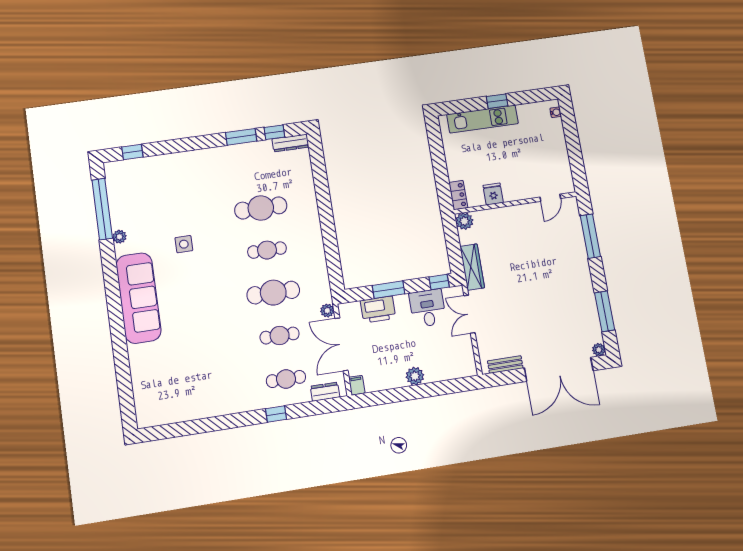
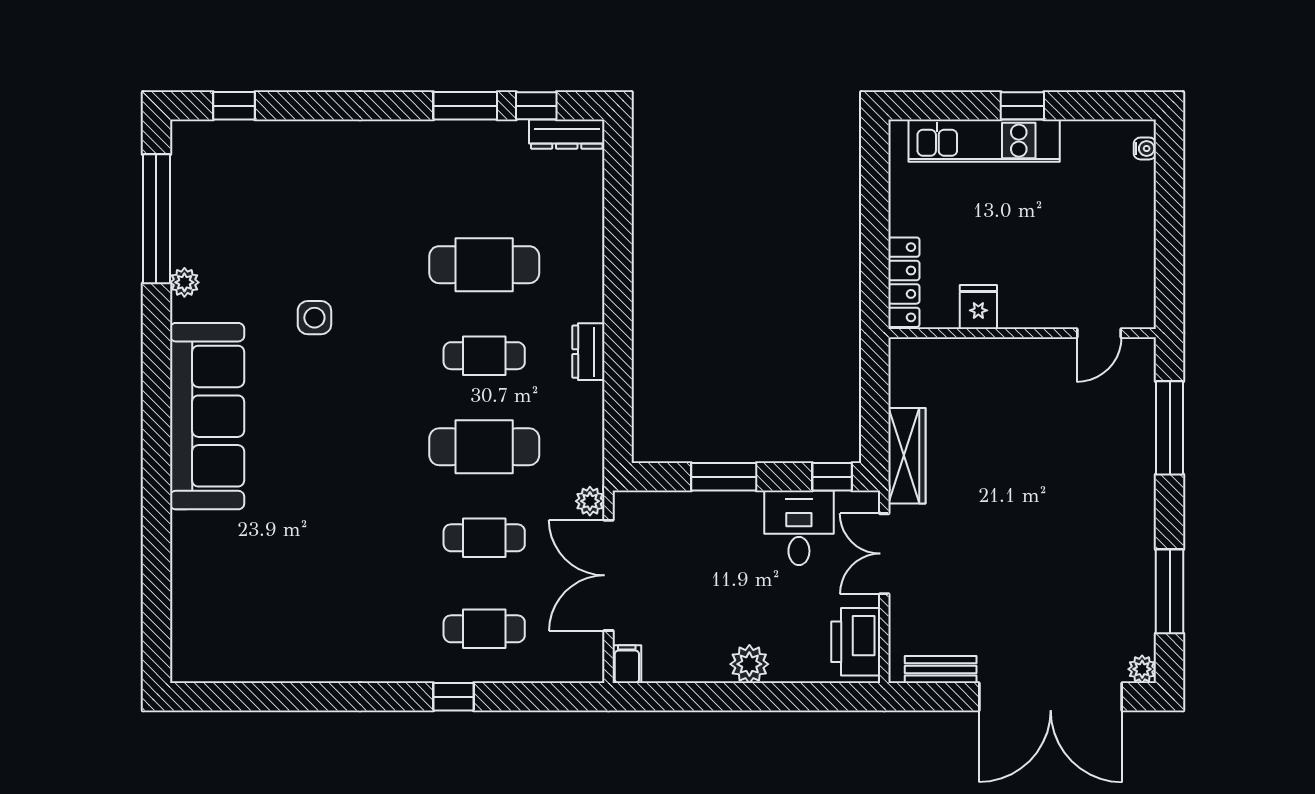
locker: (458, 195) -> (904, 282), width x1.53
plant: (464, 221) -> (907, 356), removed
printer: (378, 309) -> (856, 642), moved, turned 90
dresser: (325, 392) -> (588, 352), moved, turned -90

